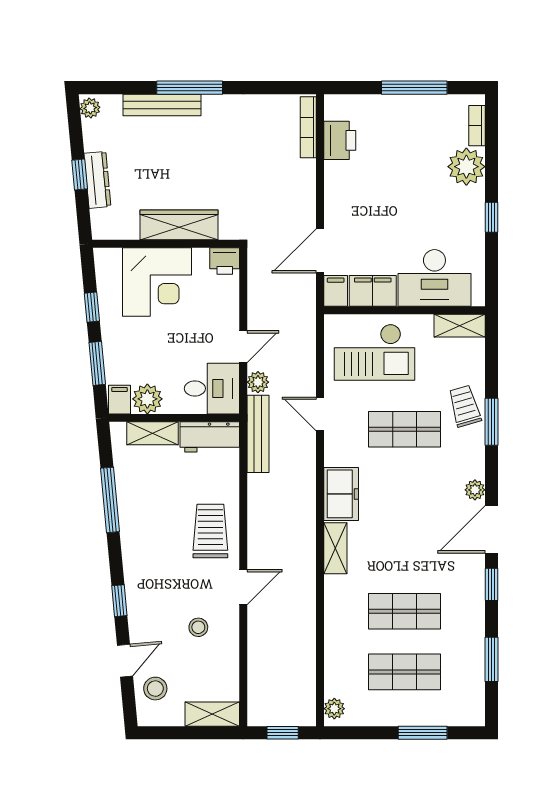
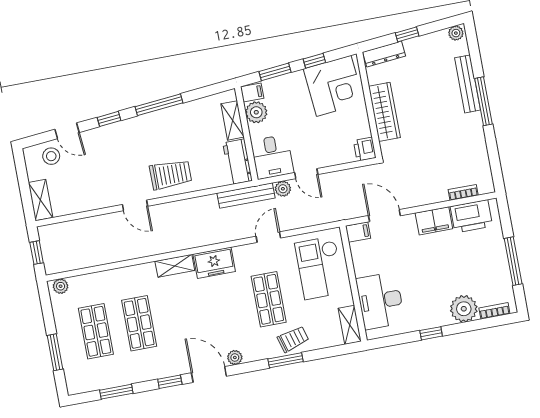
bookcase: (308, 127) -> (463, 192), width x0.64
printer: (340, 140) -> (471, 216), width x1.37, depth x1.19
dresser: (97, 180) -> (384, 54), moved
corner desk: (157, 282) -> (334, 86), moved, turned -95
filing cabinet: (373, 291) -> (434, 221), moved, turned 90
window: (110, 500) -> (159, 105), moved
stool: (198, 627) -> (100, 179), removed

